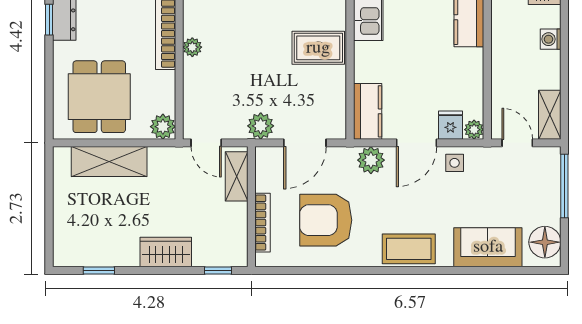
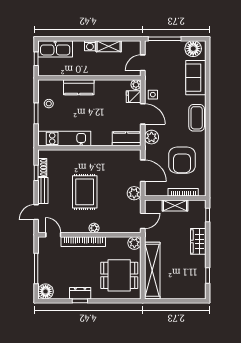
rug: (318, 48) -> (85, 192), moved, width x1.36, depth x1.43
shelving: (550, 115) -> (109, 46), moved
shelving: (109, 162) -> (152, 270), width x1.47
shelving: (237, 176) -> (175, 205), moved

